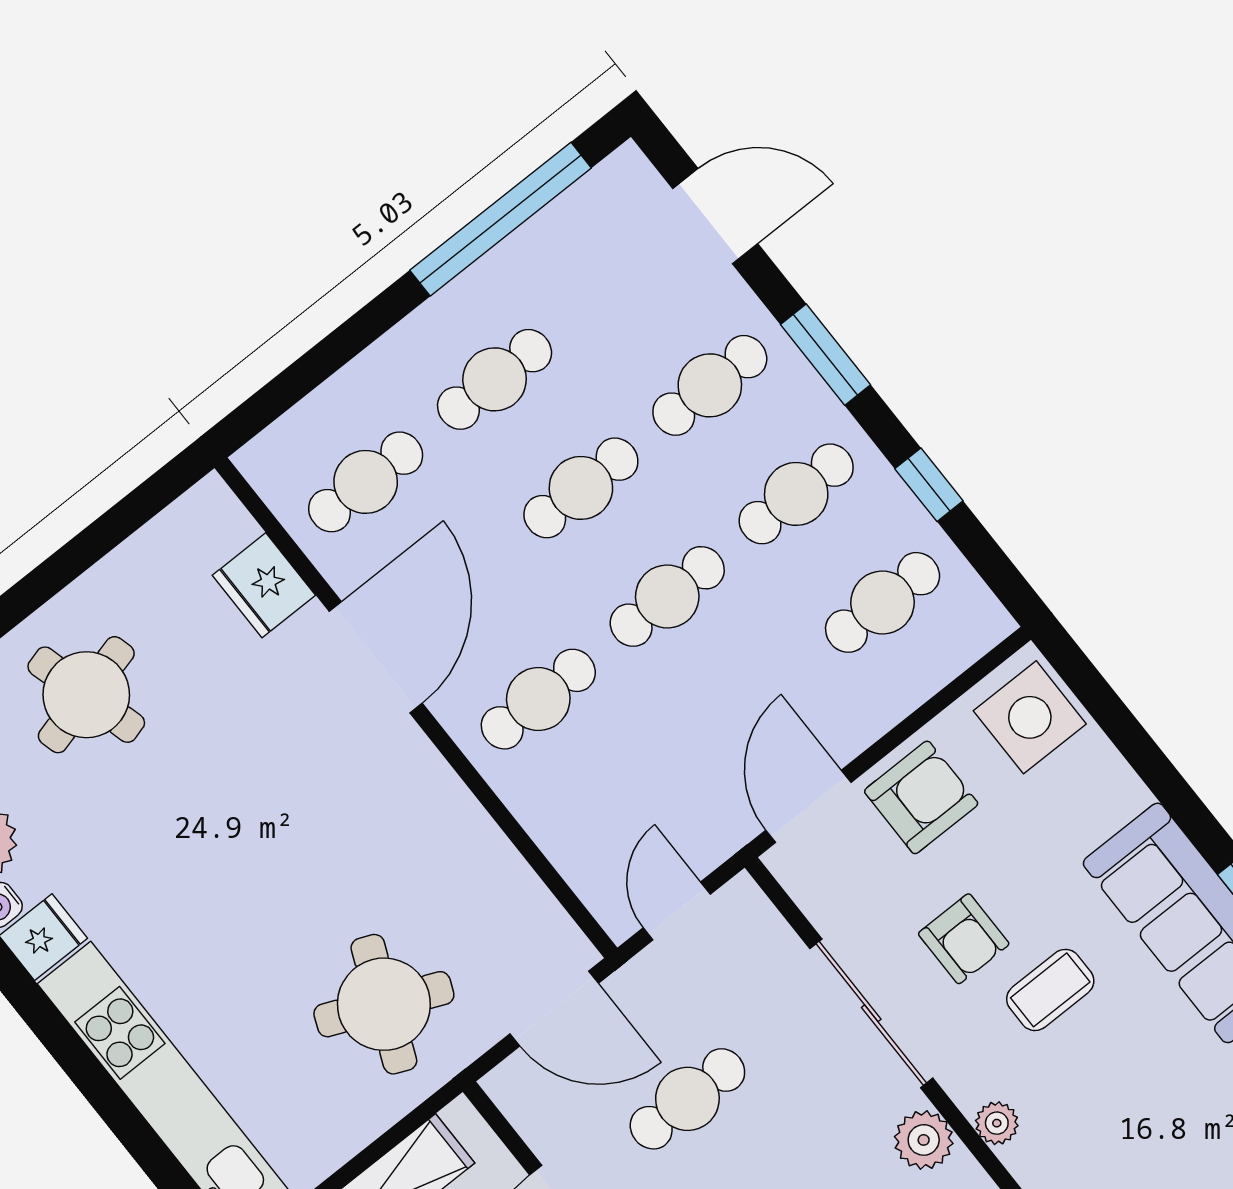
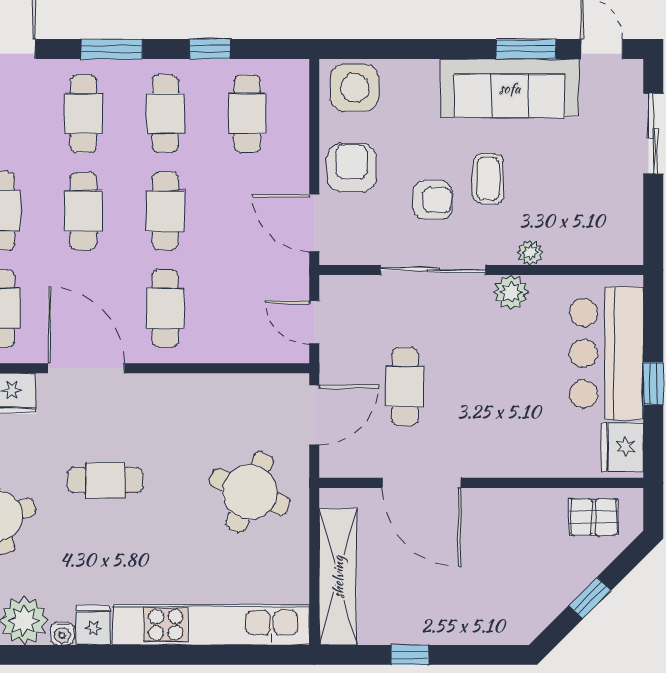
cafe table: (248, 800) -> (105, 480), added

